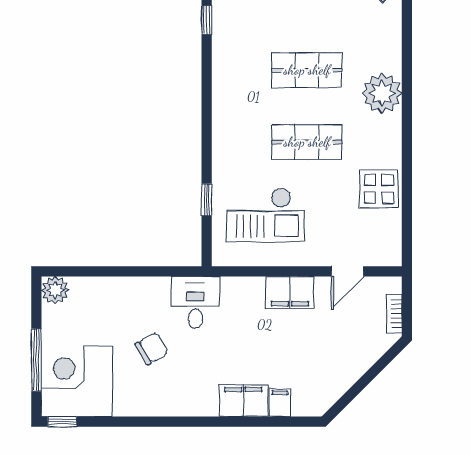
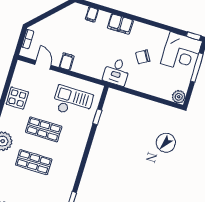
door: (347, 271) -> (43, 65), hinge flipped
filing cabinet: (290, 292) -> (67, 62), width x0.50
filing cabinet: (243, 401) -> (120, 24), moved

